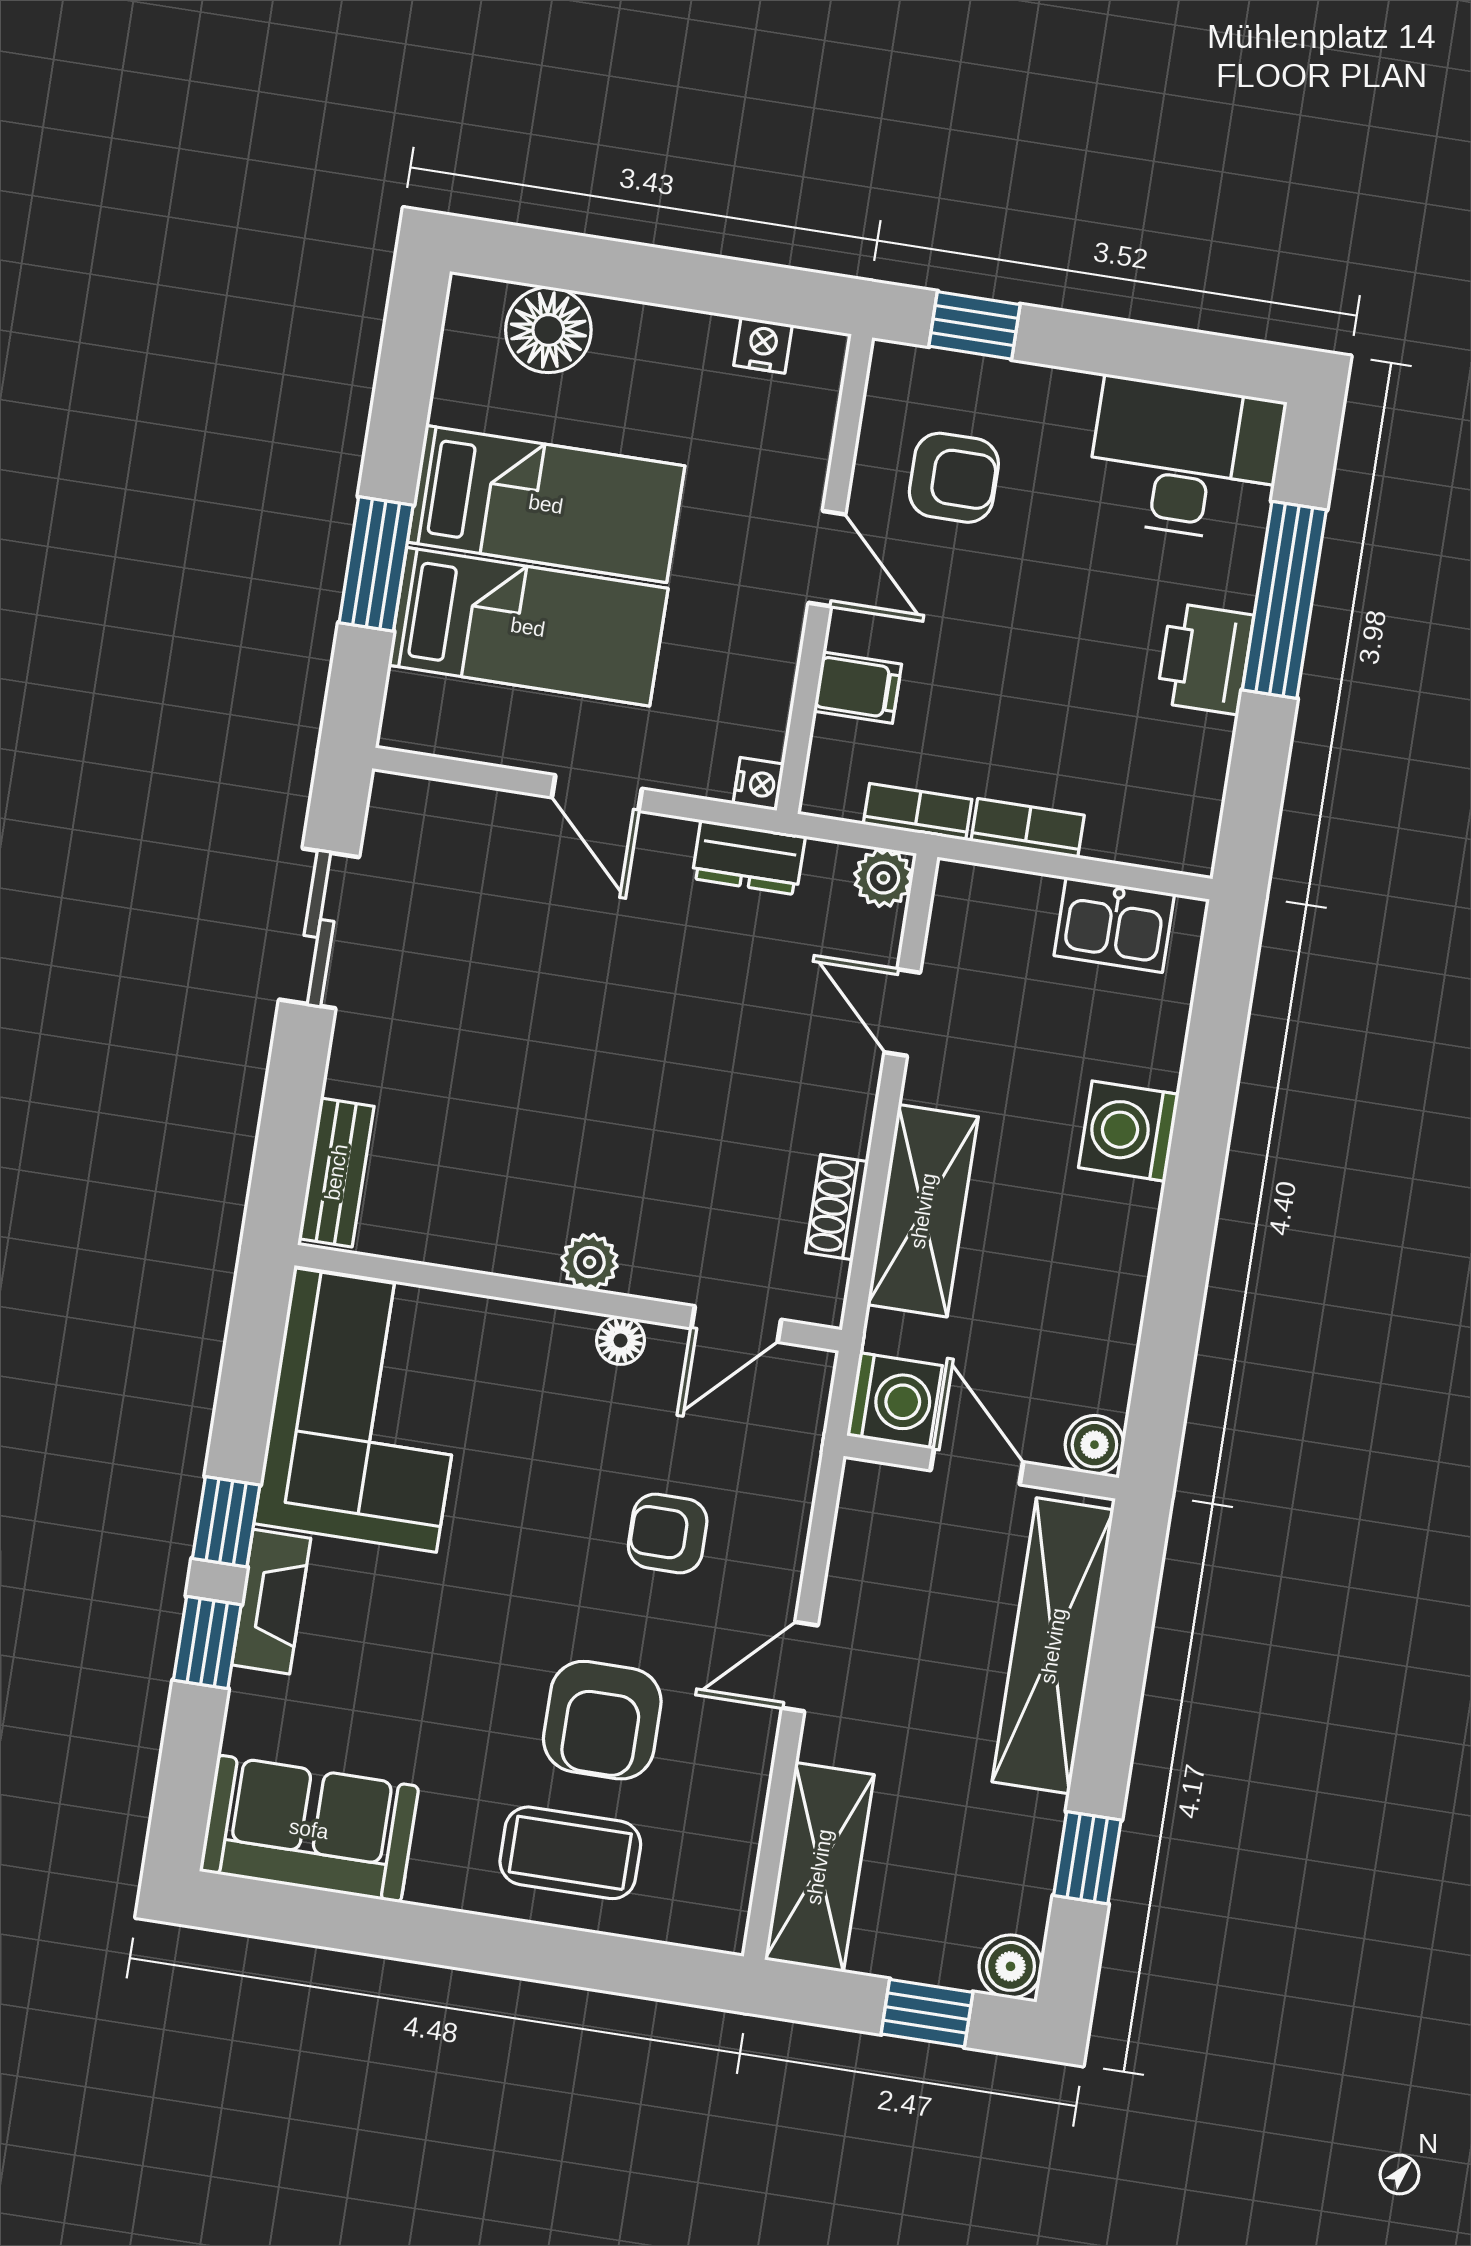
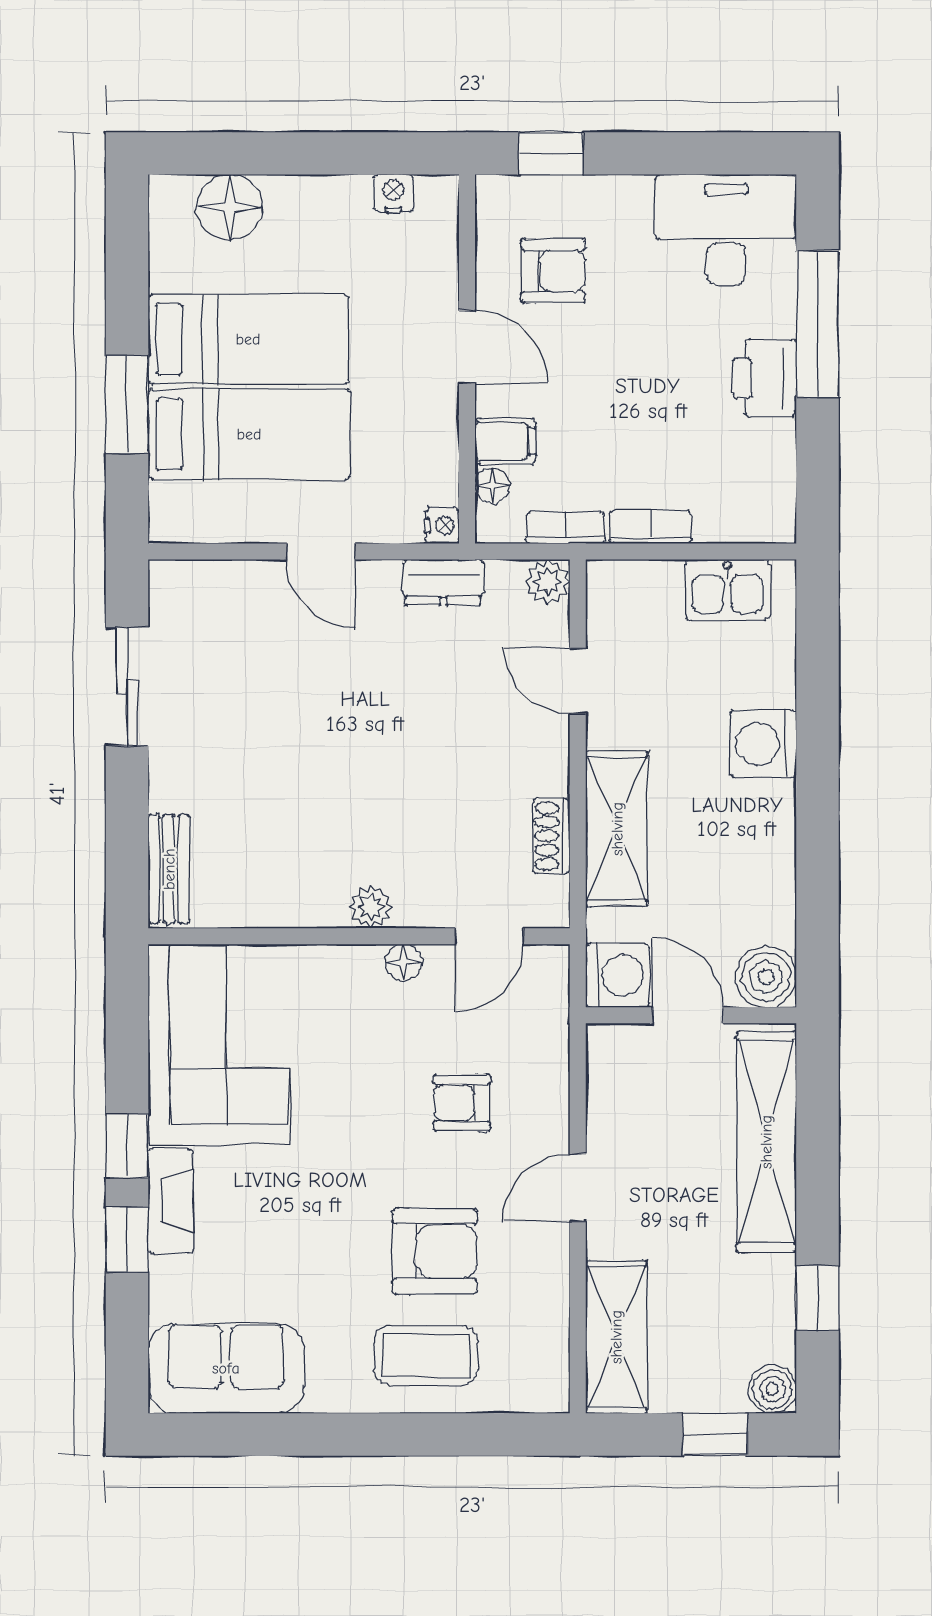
floor lamp: (832, 743) -> (492, 486), added
boiler: (1094, 1445) -> (766, 977), width x1.36, depth x1.36
armchair: (602, 1720) -> (435, 1251), turned -90

